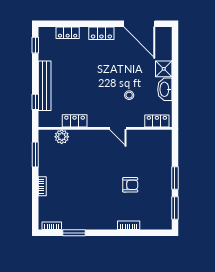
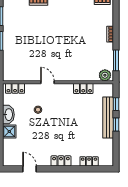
door: (139, 24) -> (30, 169), width x0.53
window: (35, 45) -> (116, 124), moved
plant: (62, 137) -> (105, 75), moved
armchair: (130, 185) -> (37, 35), removed

